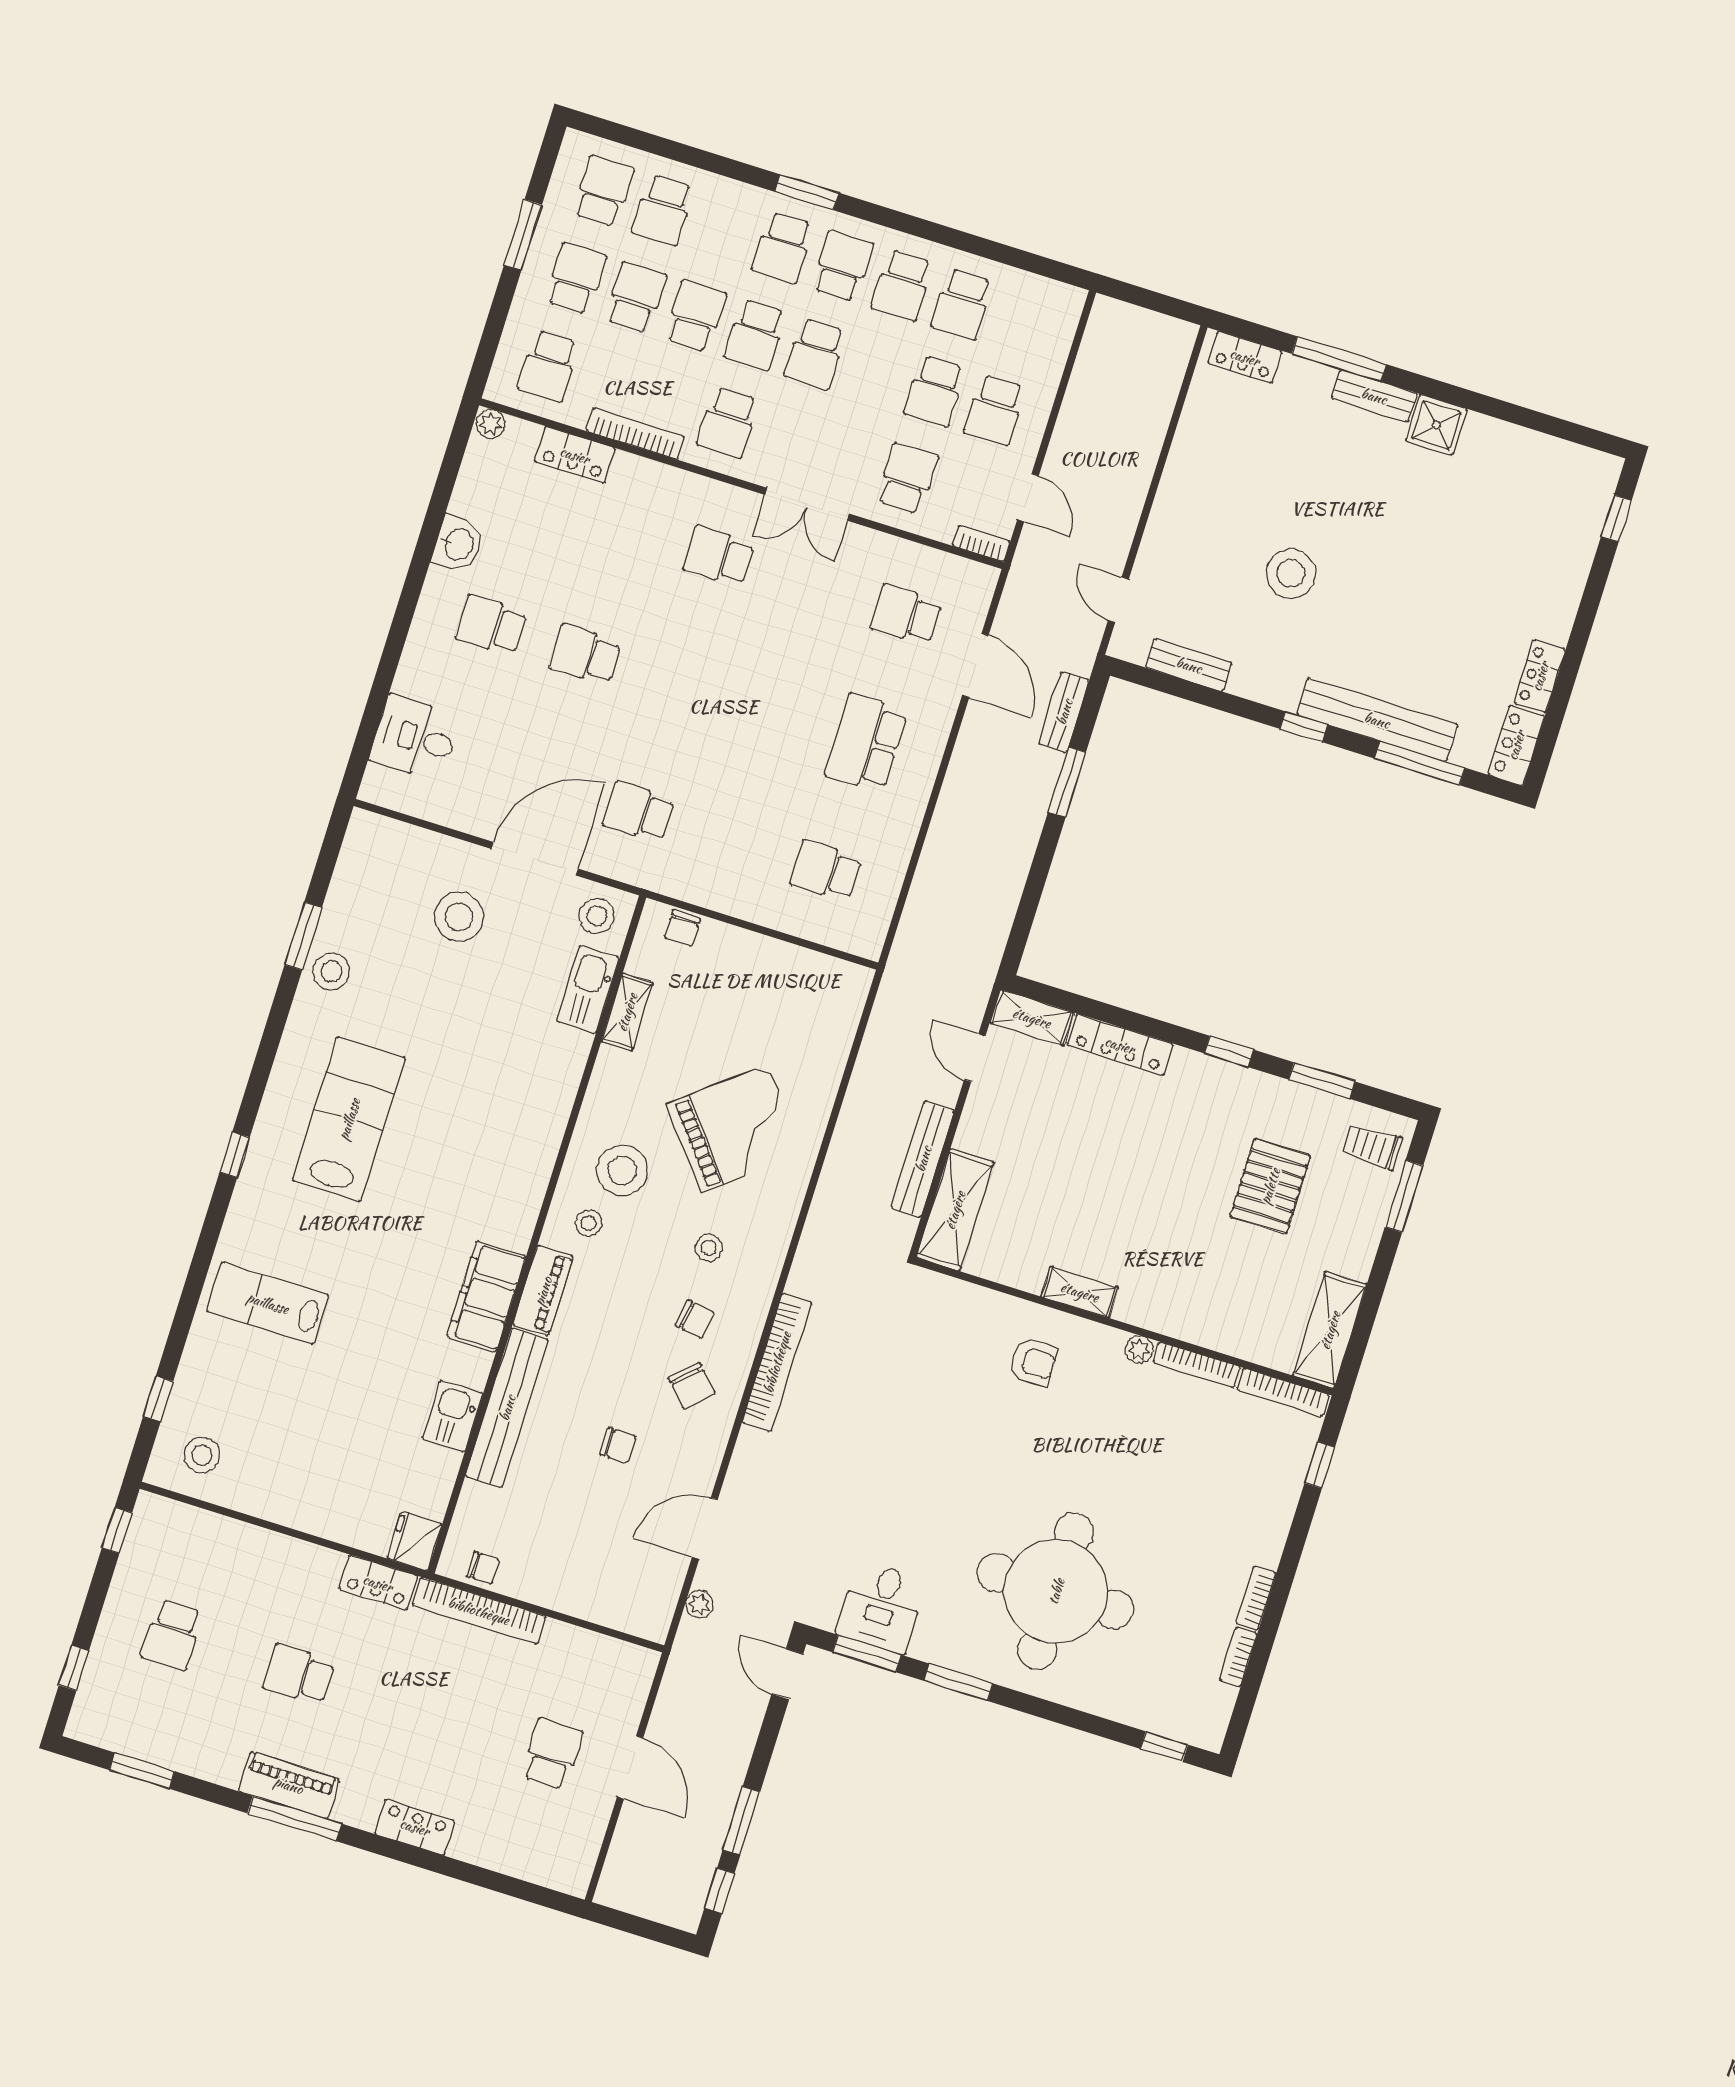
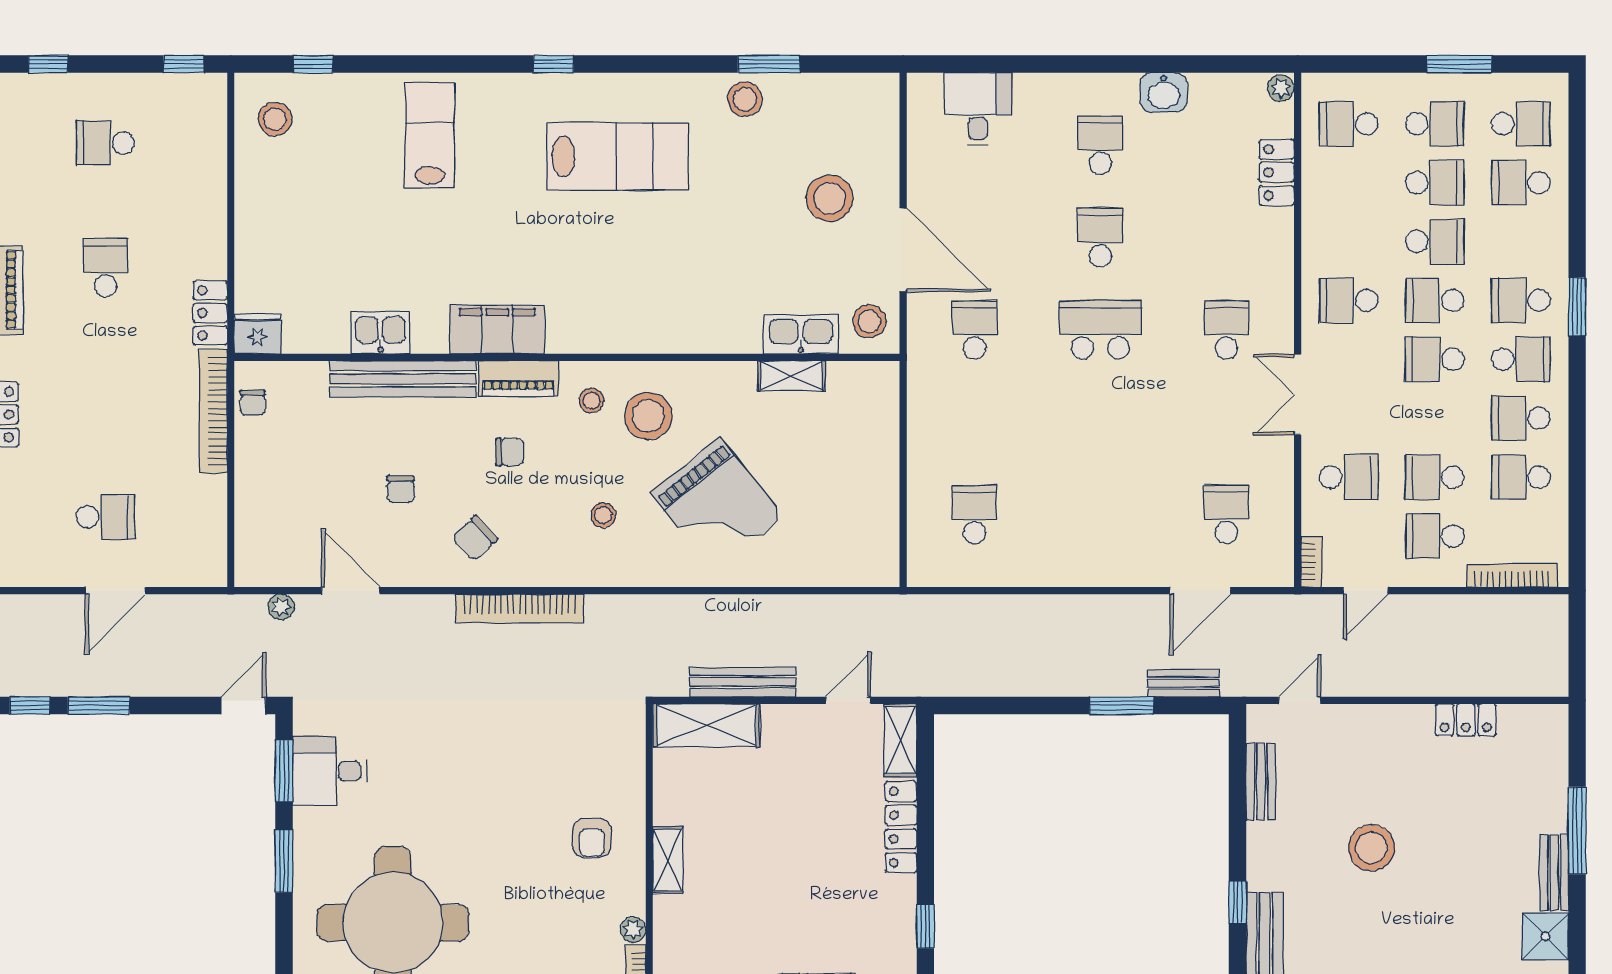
locker: (1245, 357) -> (1466, 720), moved, turned -90
bookcase: (635, 434) -> (1512, 576), moved, turned -90
school desk: (866, 743) -> (1100, 330), moved
chair: (682, 928) -> (882, 402), removed
chair: (695, 1319) -> (510, 452), moved, turned -99

